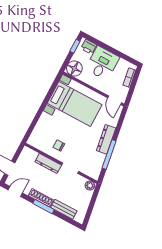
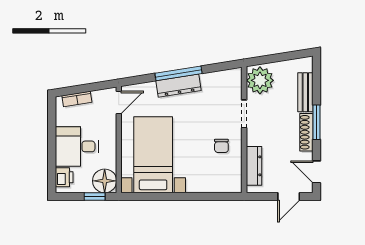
window: (75, 46) -> (95, 196), moved
window: (109, 155) -> (179, 73), moved
dresser: (48, 163) -> (254, 166), moved
plant: (90, 186) -> (260, 80), width x1.88, depth x1.88

